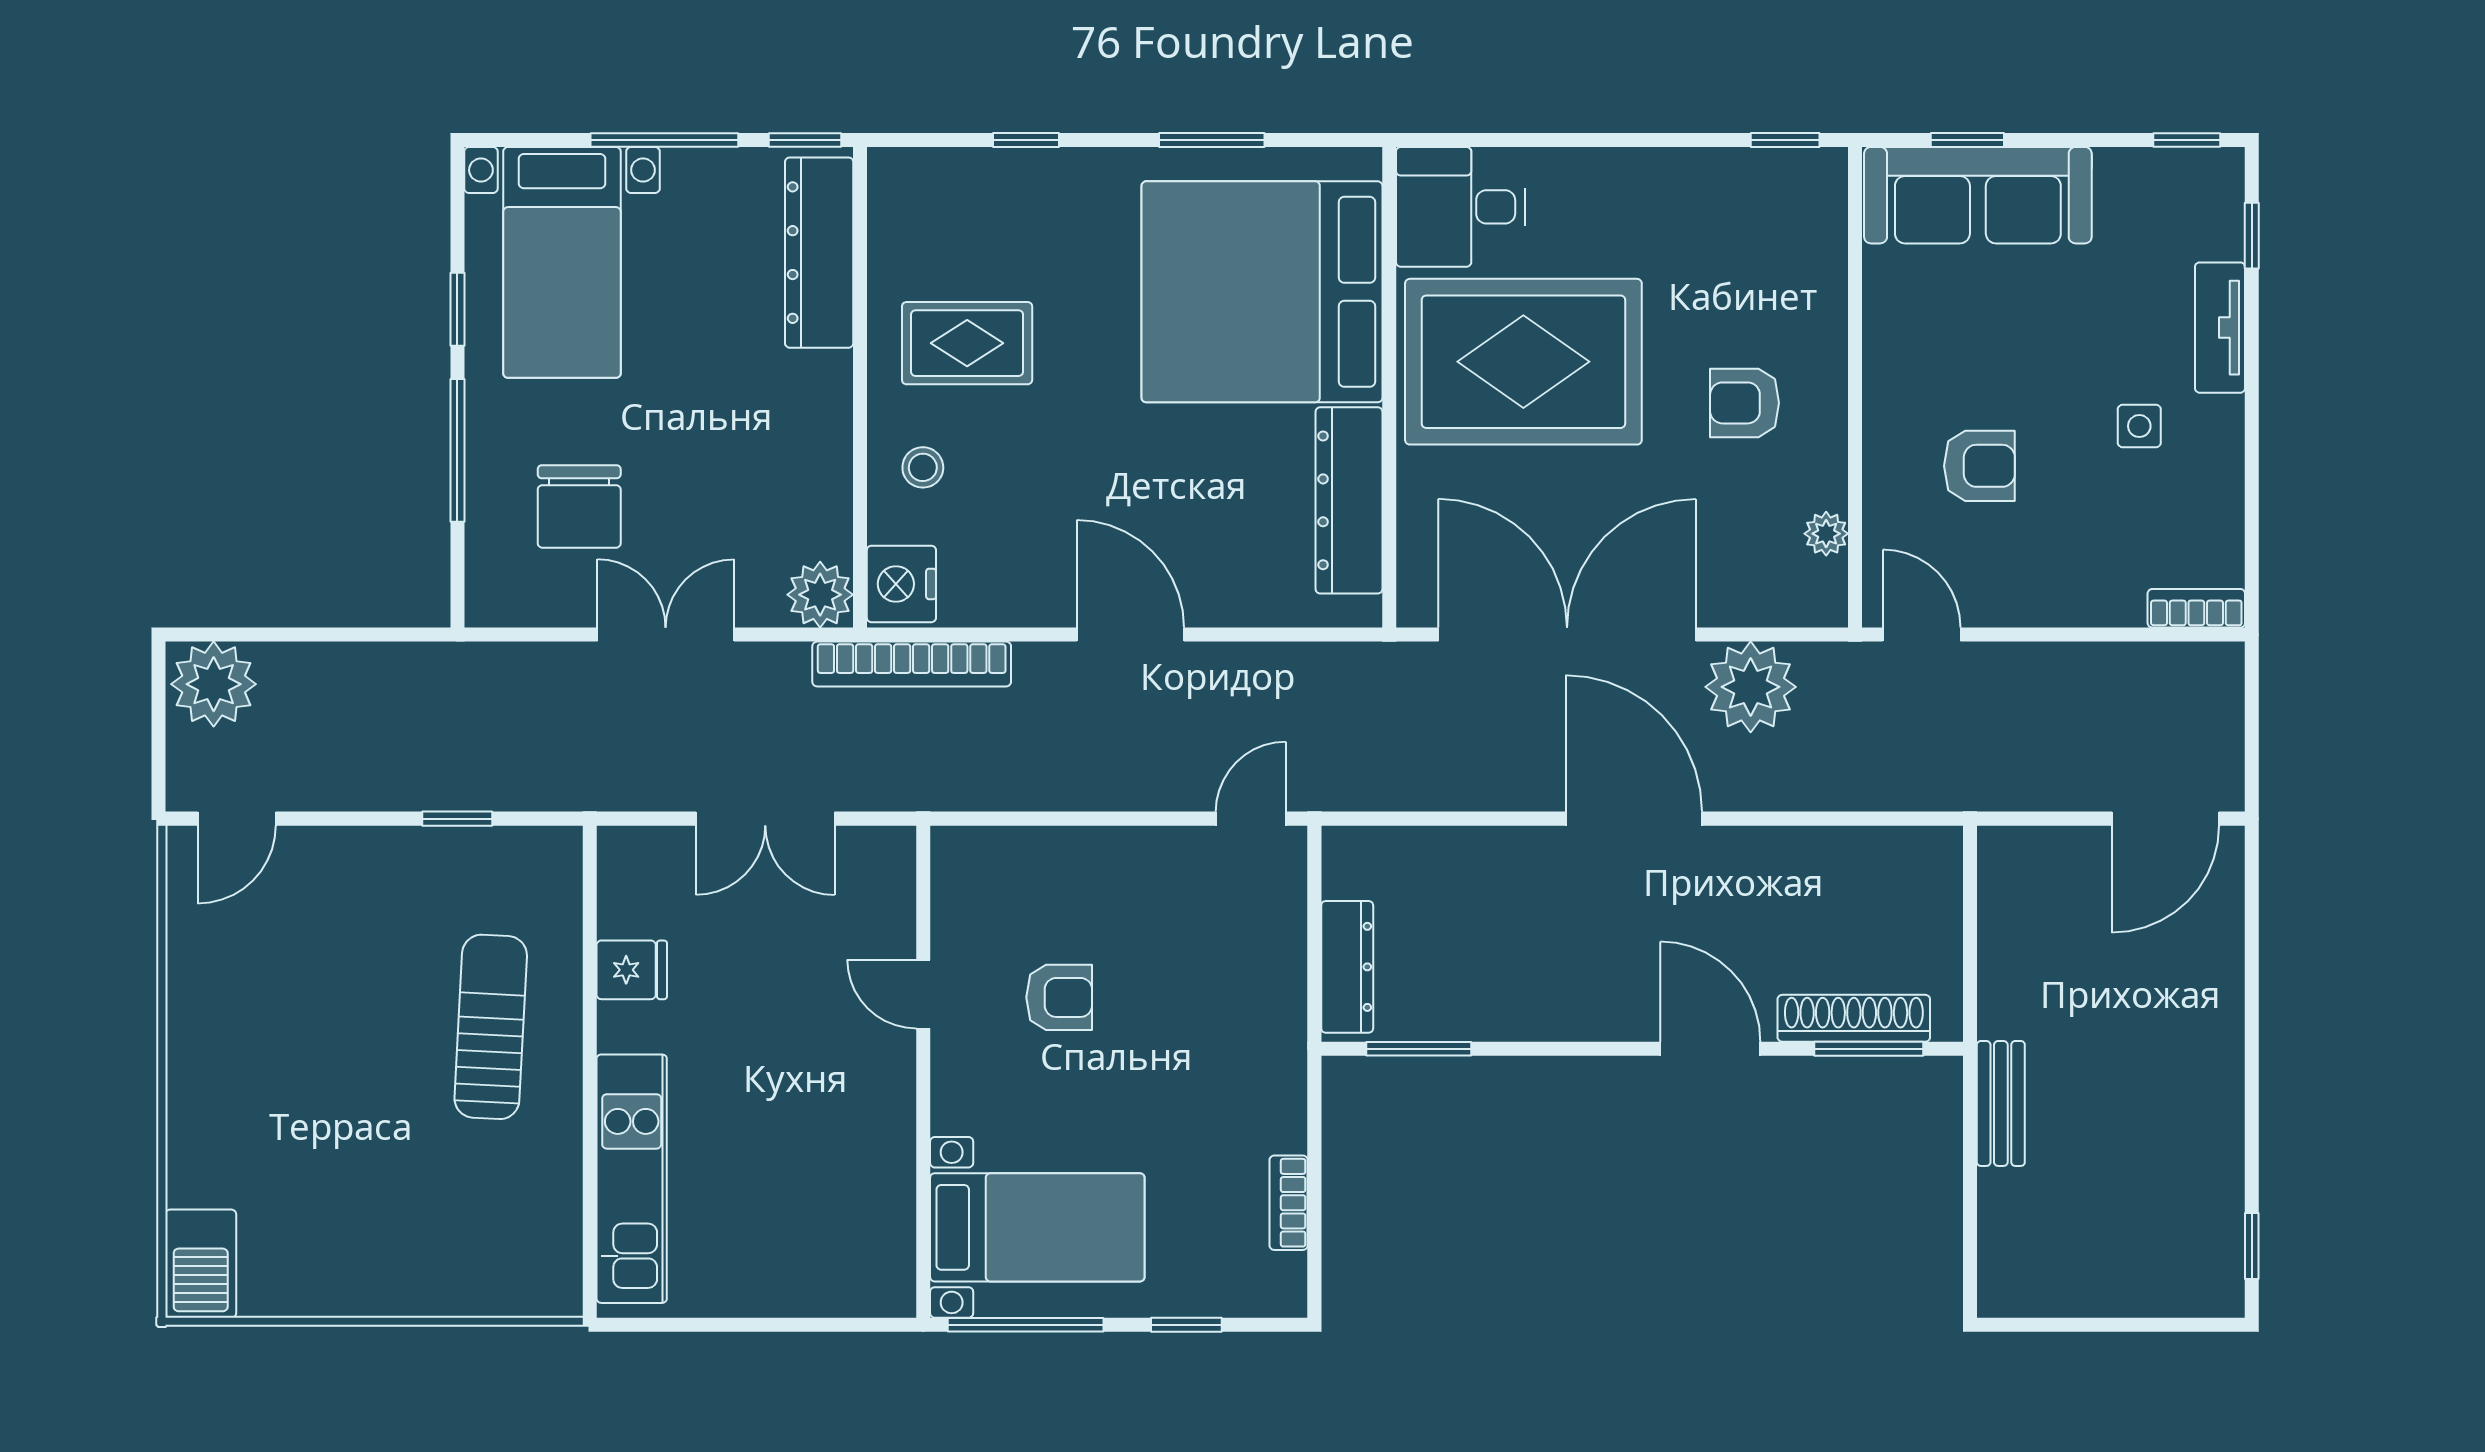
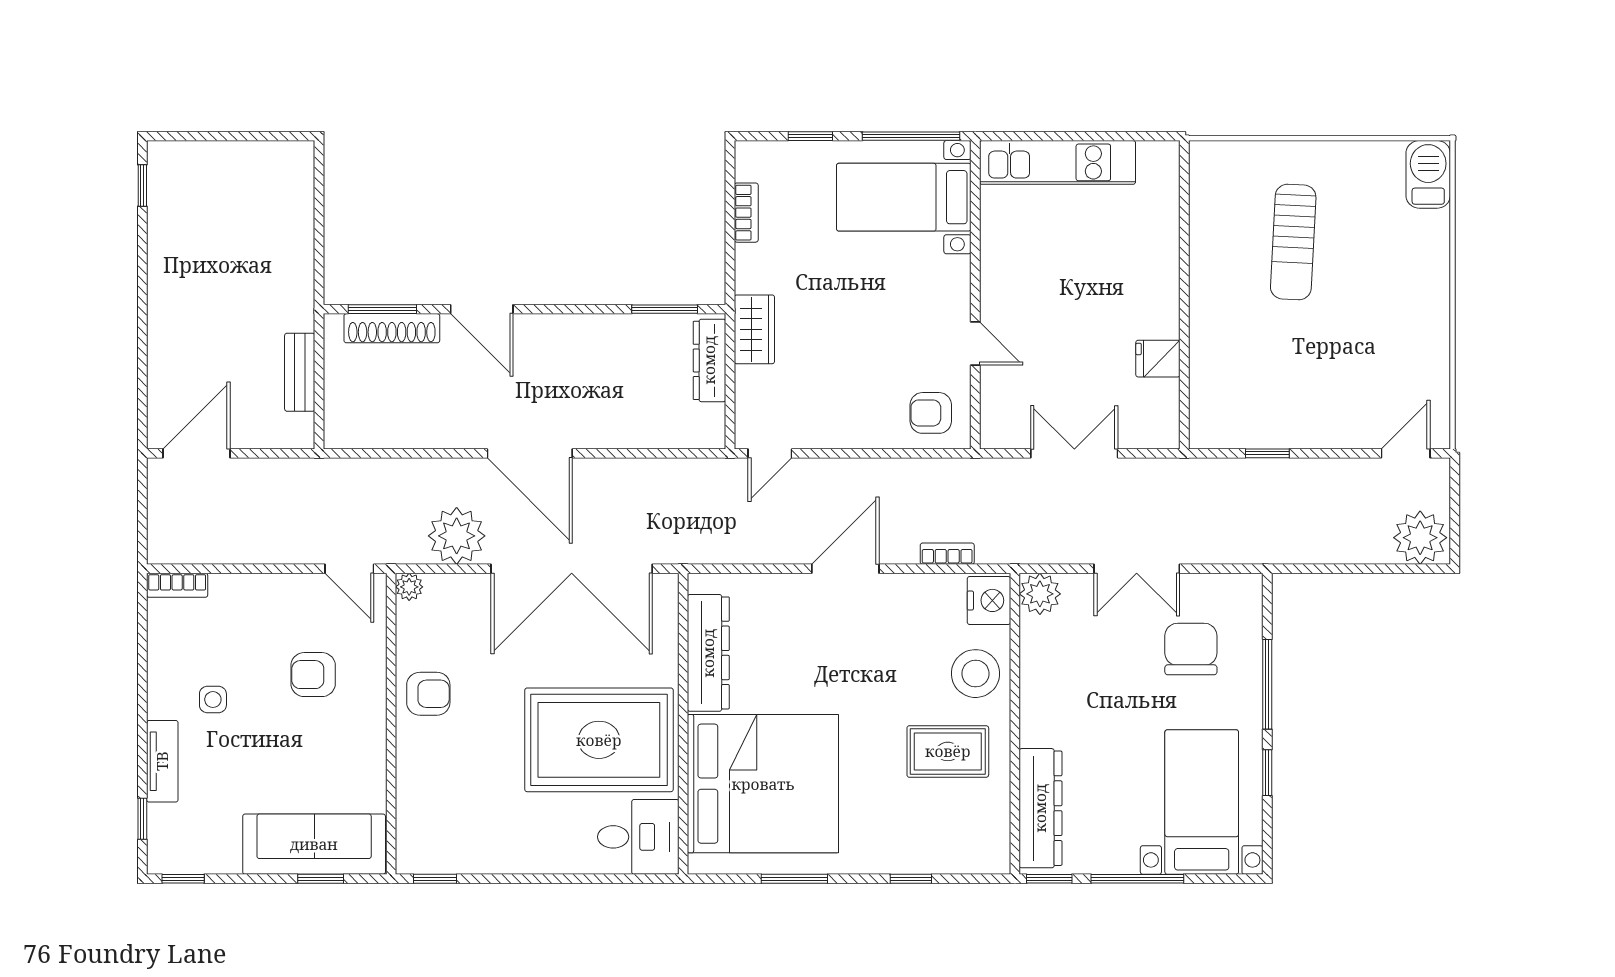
armchair: (1745, 403) -> (428, 694), moved
stool: (923, 467) -> (975, 674), width x1.89, depth x1.89
plant: (1826, 534) -> (409, 587), moved
door: (1130, 635) -> (845, 569), swing flipped
bookcase: (912, 664) -> (947, 554), width x0.43, depth x0.76
armchair: (1059, 997) -> (931, 413), moved
wardrobe: (1276, 1017) -> (754, 329), added
sun lounger: (491, 1027) -> (1293, 242), moved
bench: (2001, 1103) -> (300, 372), moved
kitchen unit: (632, 1179) -> (1057, 162), moved, turned -90

